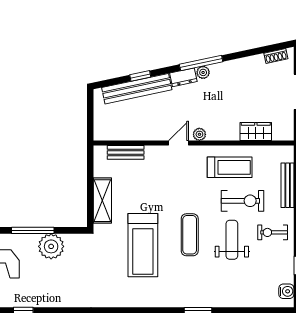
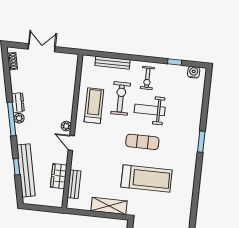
dresser: (183, 77) -> (18, 103), moved
wardrobe: (256, 132) -> (59, 176), moved

